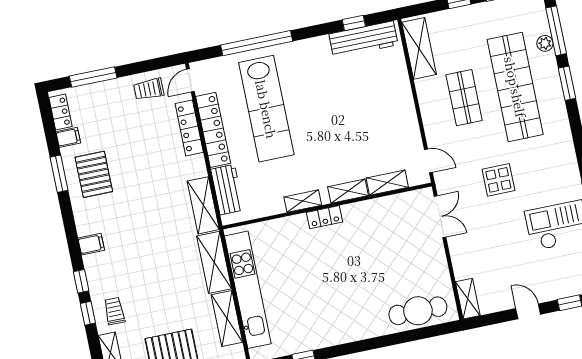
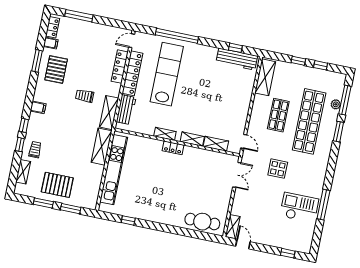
trolley: (149, 89) -> (85, 96), moved
lab bench: (266, 109) -> (167, 74), turned 180
door: (528, 311) -> (243, 244), moved
shelving: (227, 318) -> (95, 180), removed

